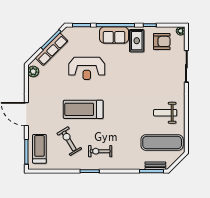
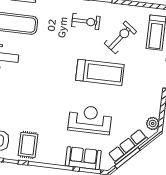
sofa: (114, 35) -> (83, 158), moved
exercise bike: (69, 141) -> (120, 37), turned -112

